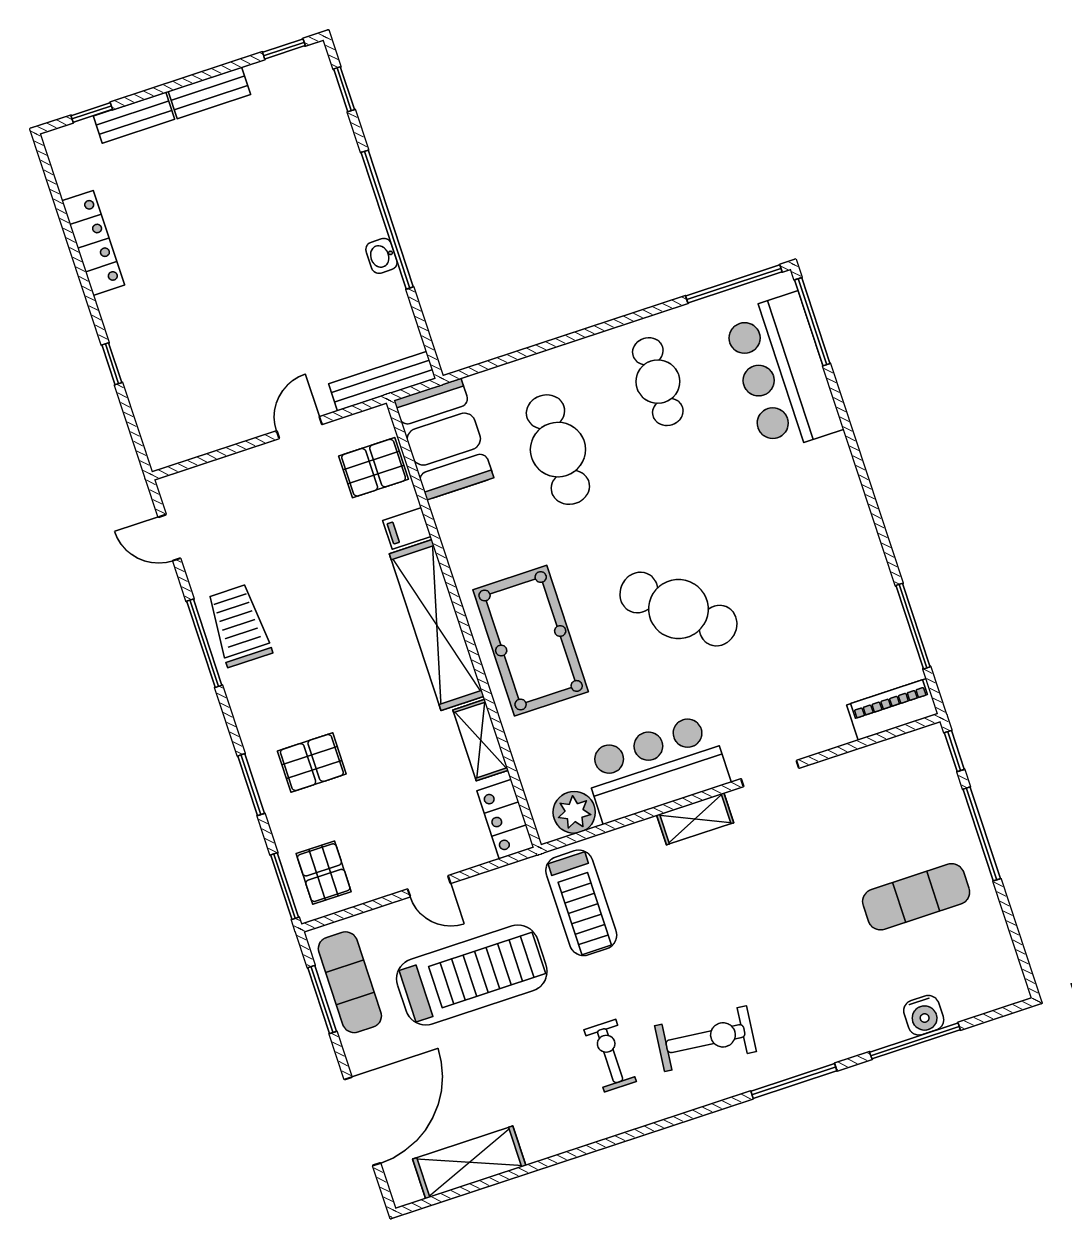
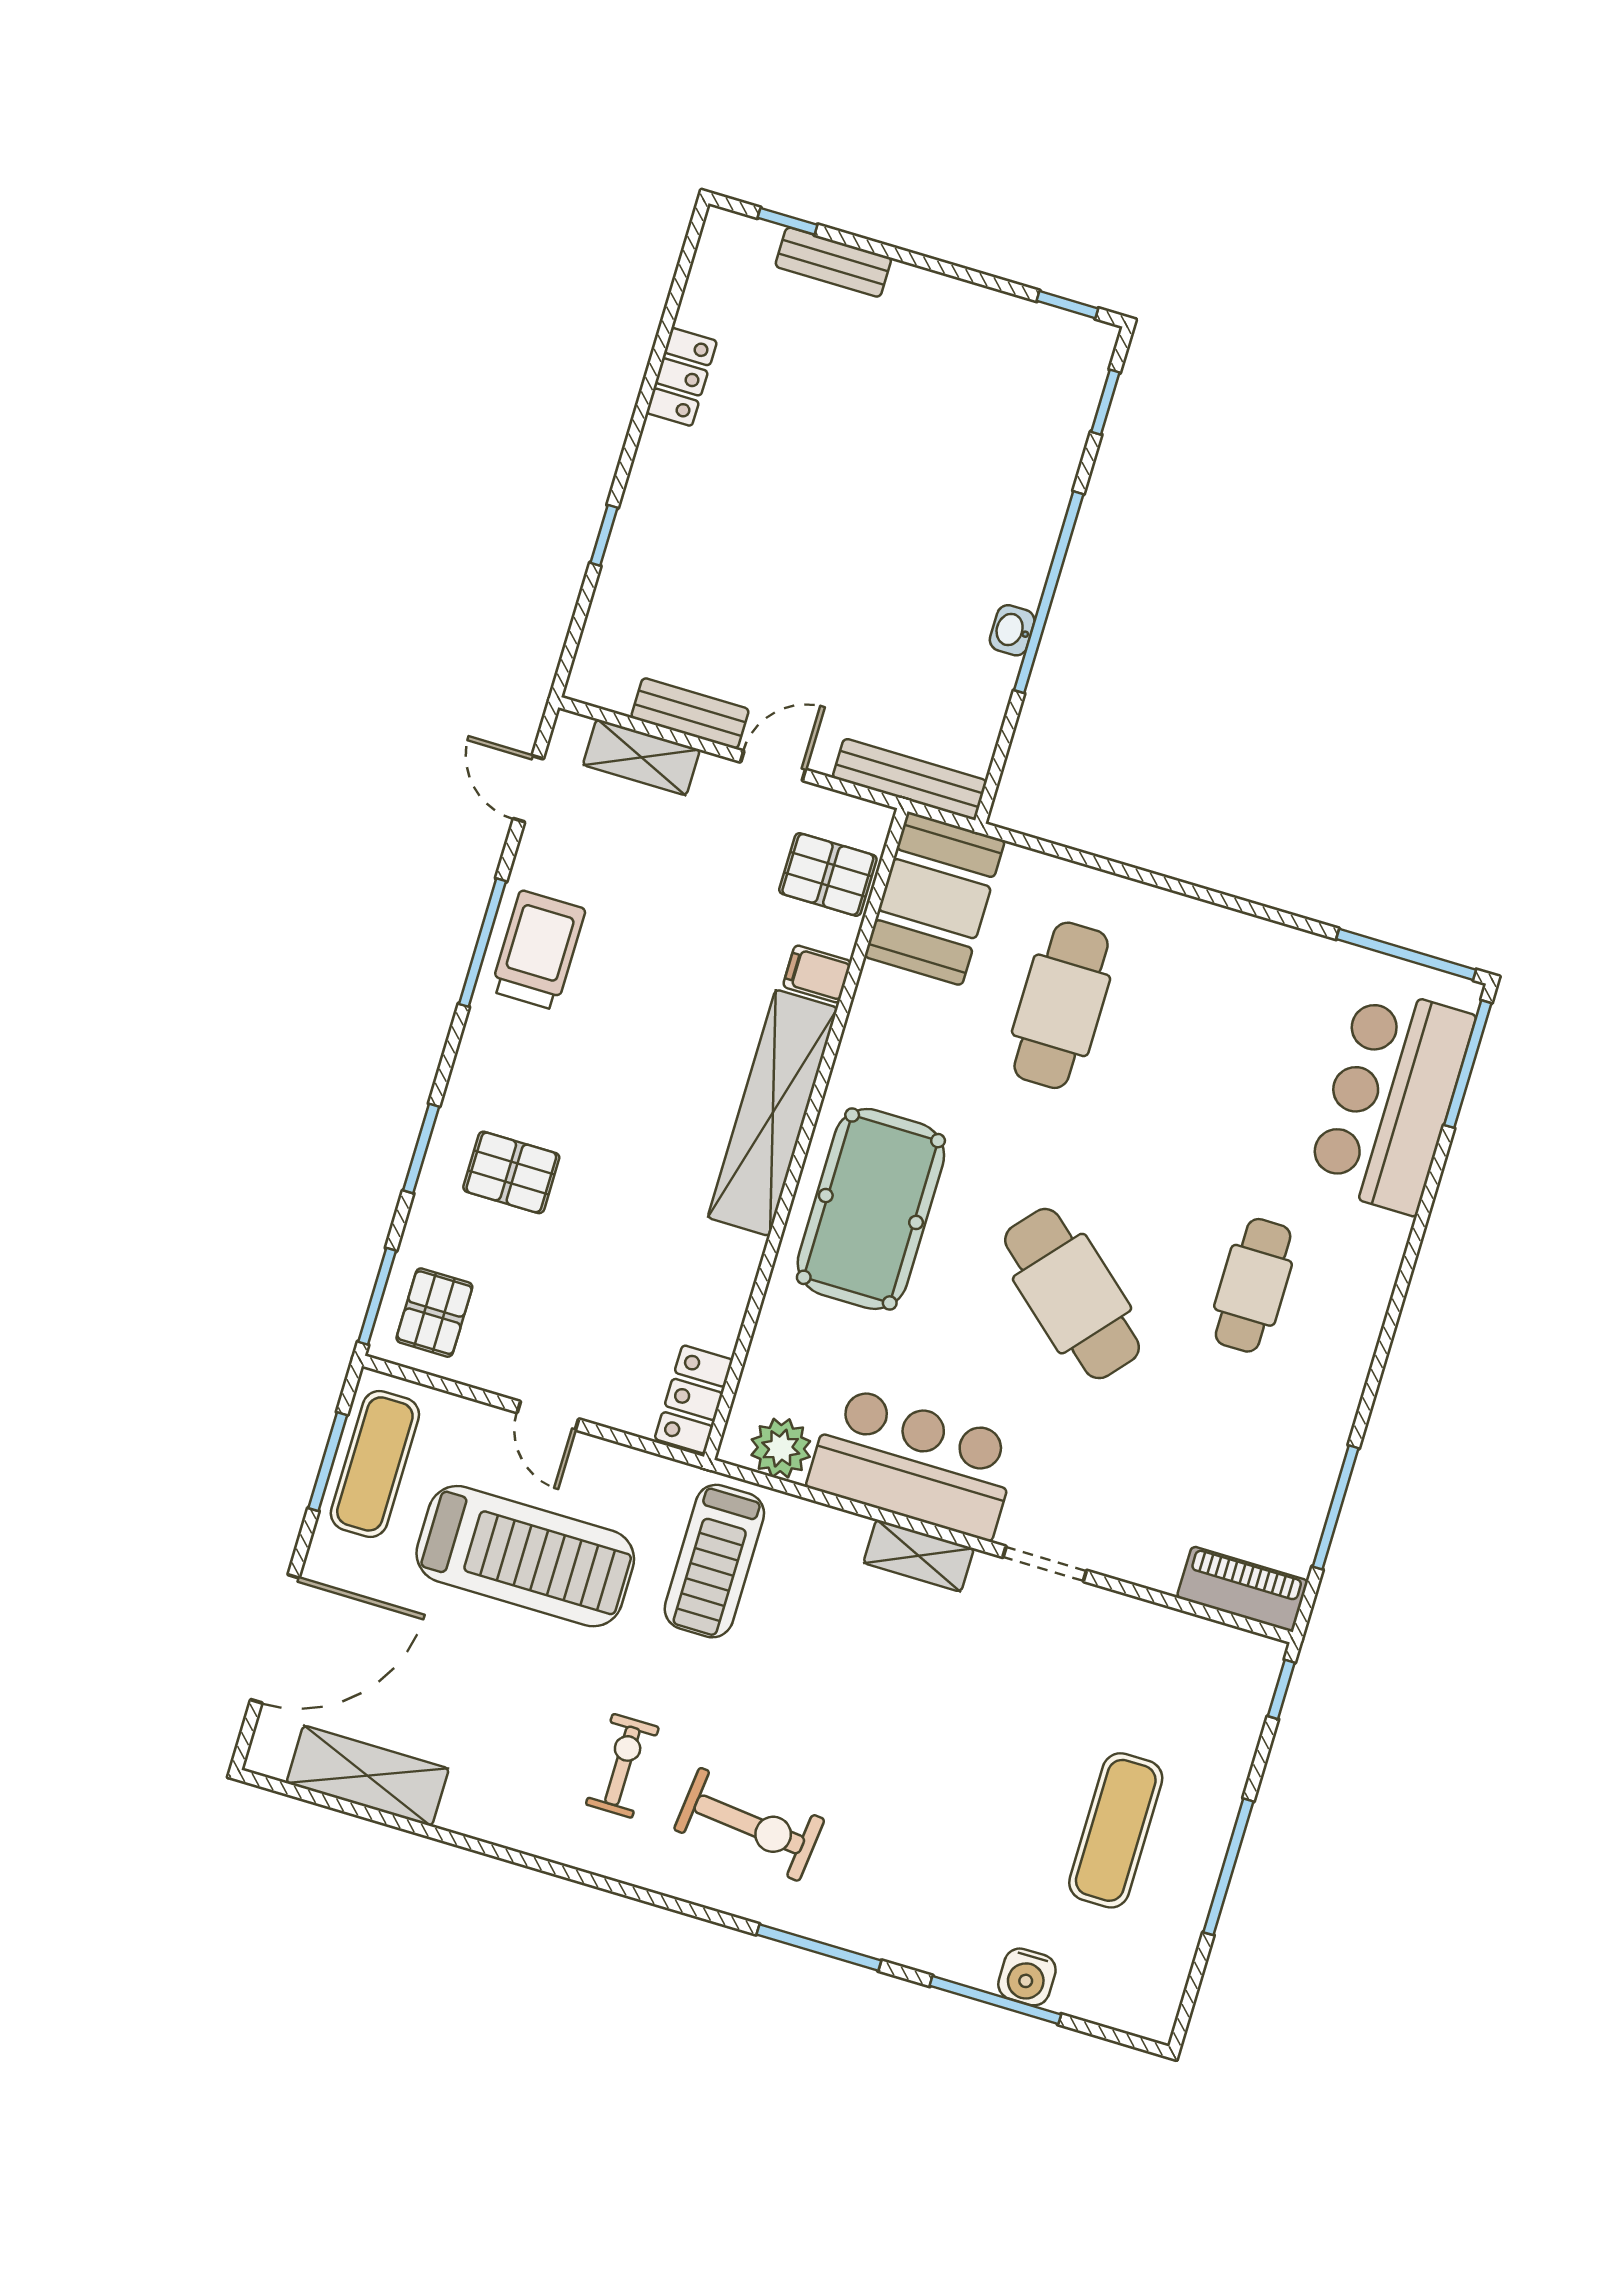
bench: (209, 93) -> (690, 713), moved
locker: (93, 243) -> (682, 377), width x0.66
cafe table: (658, 382) -> (1253, 1285), moved
shelving: (481, 740) -> (641, 757), moved, turned 90
window: (982, 834) -> (1228, 1867), moved
exercise mat: (916, 897) -> (1116, 1830), turned 90

